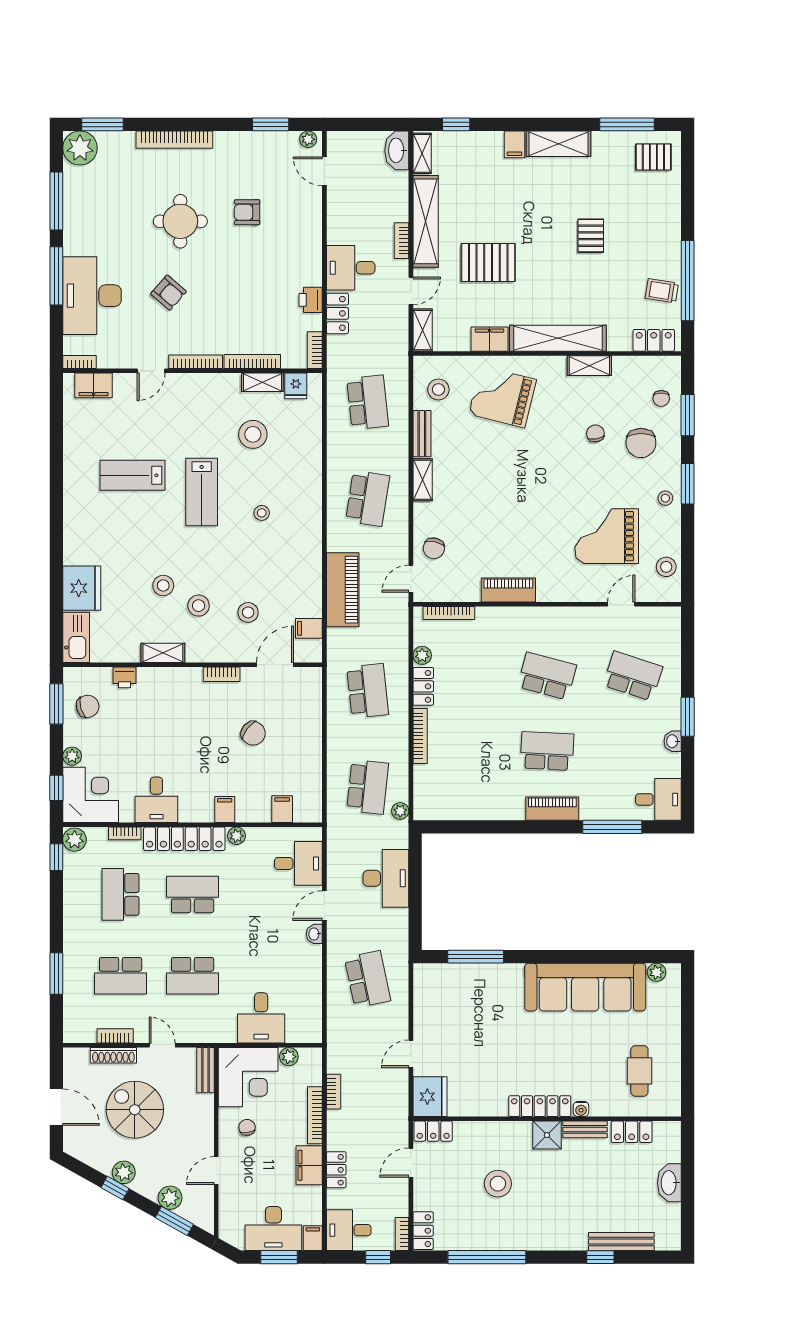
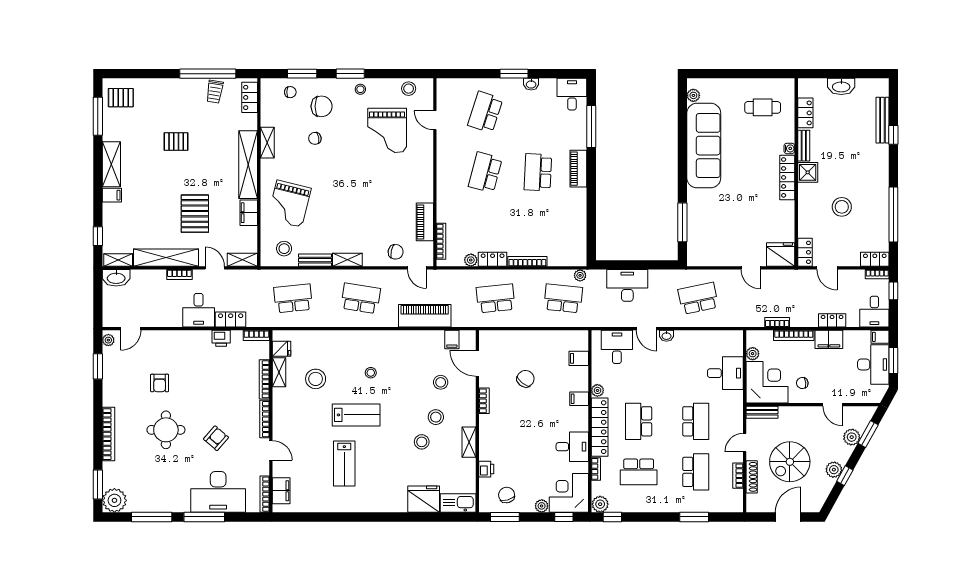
pallet: (653, 157) -> (121, 98), turned 90
bookcase: (79, 362) -> (265, 494), width x1.56
piano: (508, 590) -> (425, 222), moved

